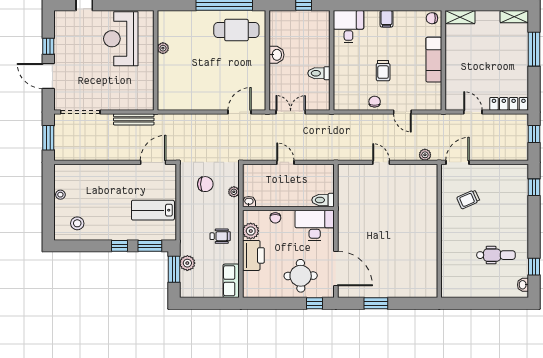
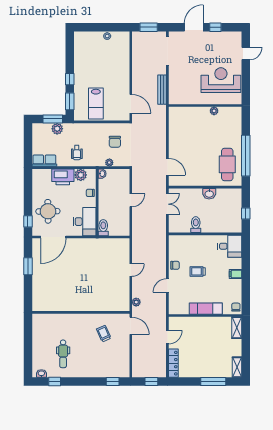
lab bench: (153, 210) -> (96, 104), turned 180
stool: (77, 223) -> (86, 48), removed

